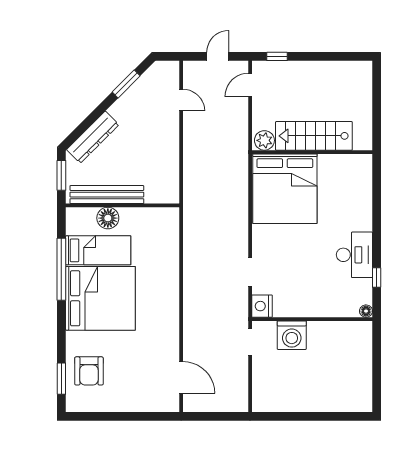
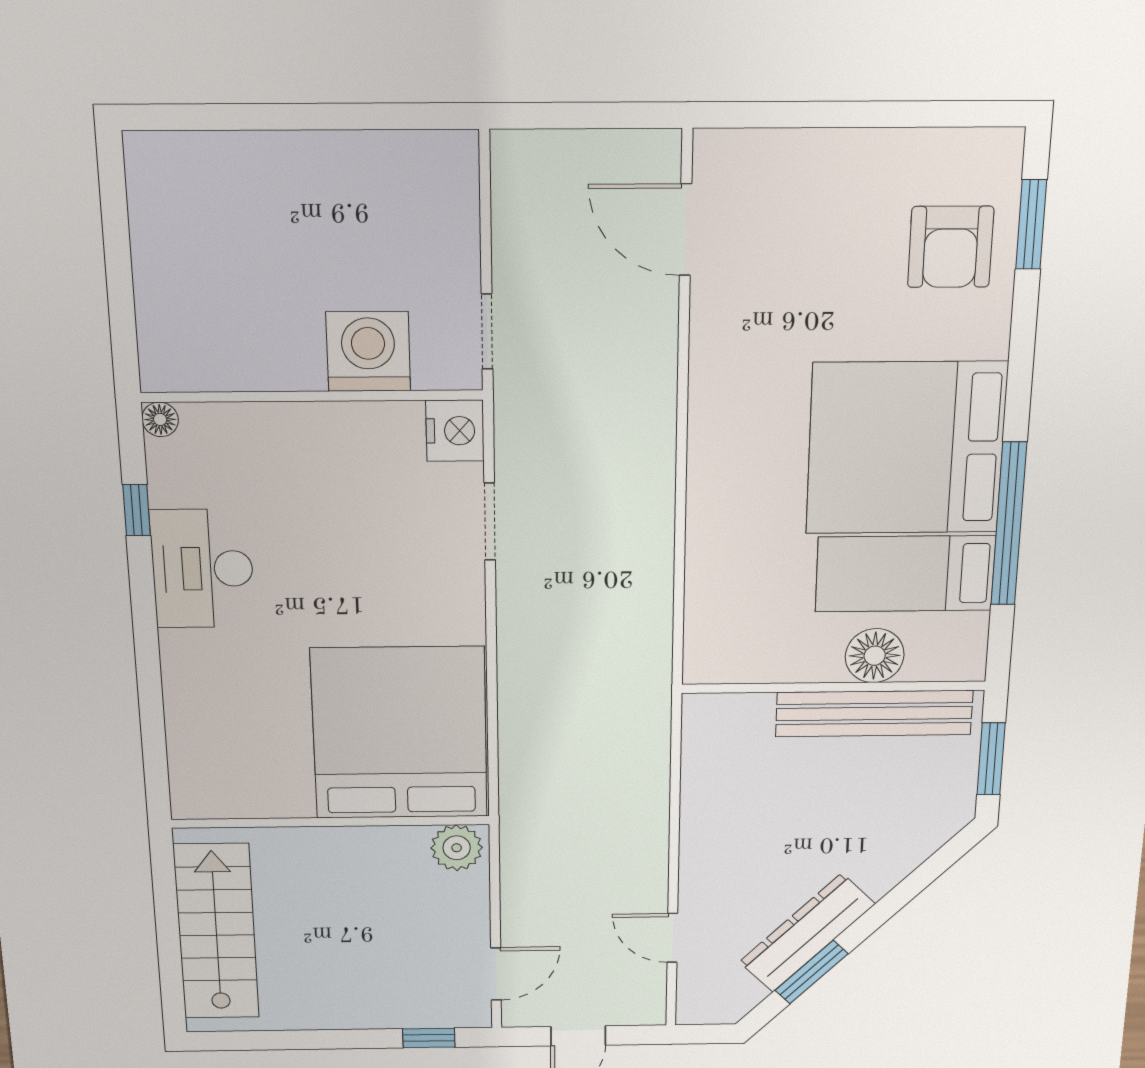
stairs: (314, 136) -> (216, 932), moved, turned -90
dresser: (93, 137) -> (807, 933), moved
armchair: (89, 371) -> (951, 247), turned 180

